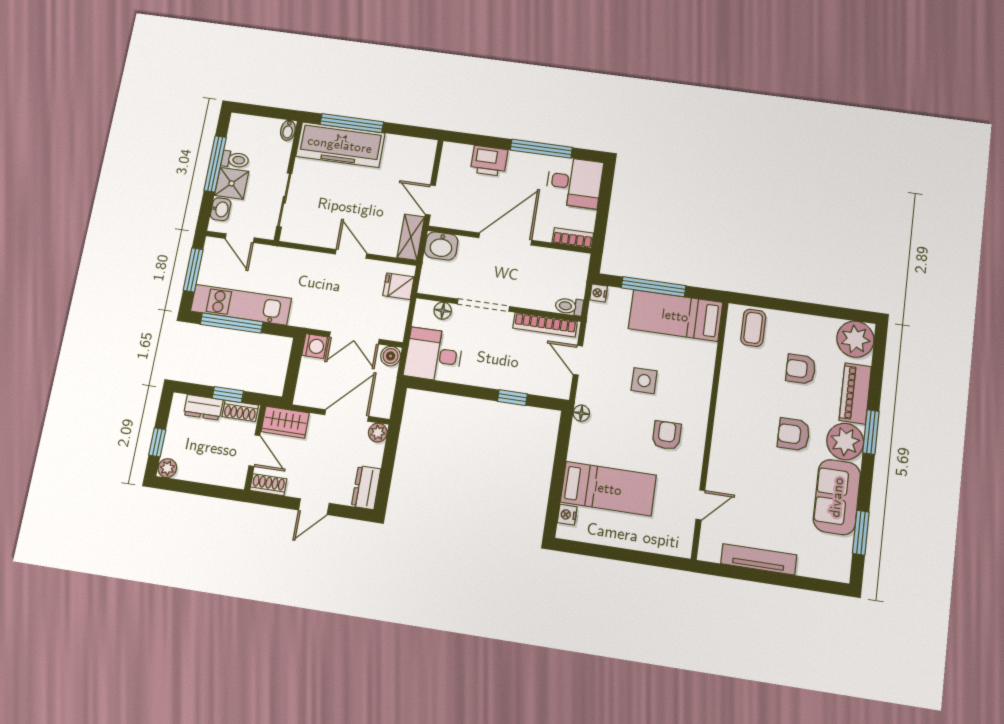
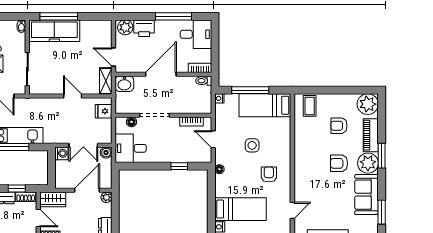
plant: (458, 155) -> (125, 27), added
toilet: (569, 306) -> (204, 81), moved
bookcase: (545, 325) -> (191, 121), width x0.64

